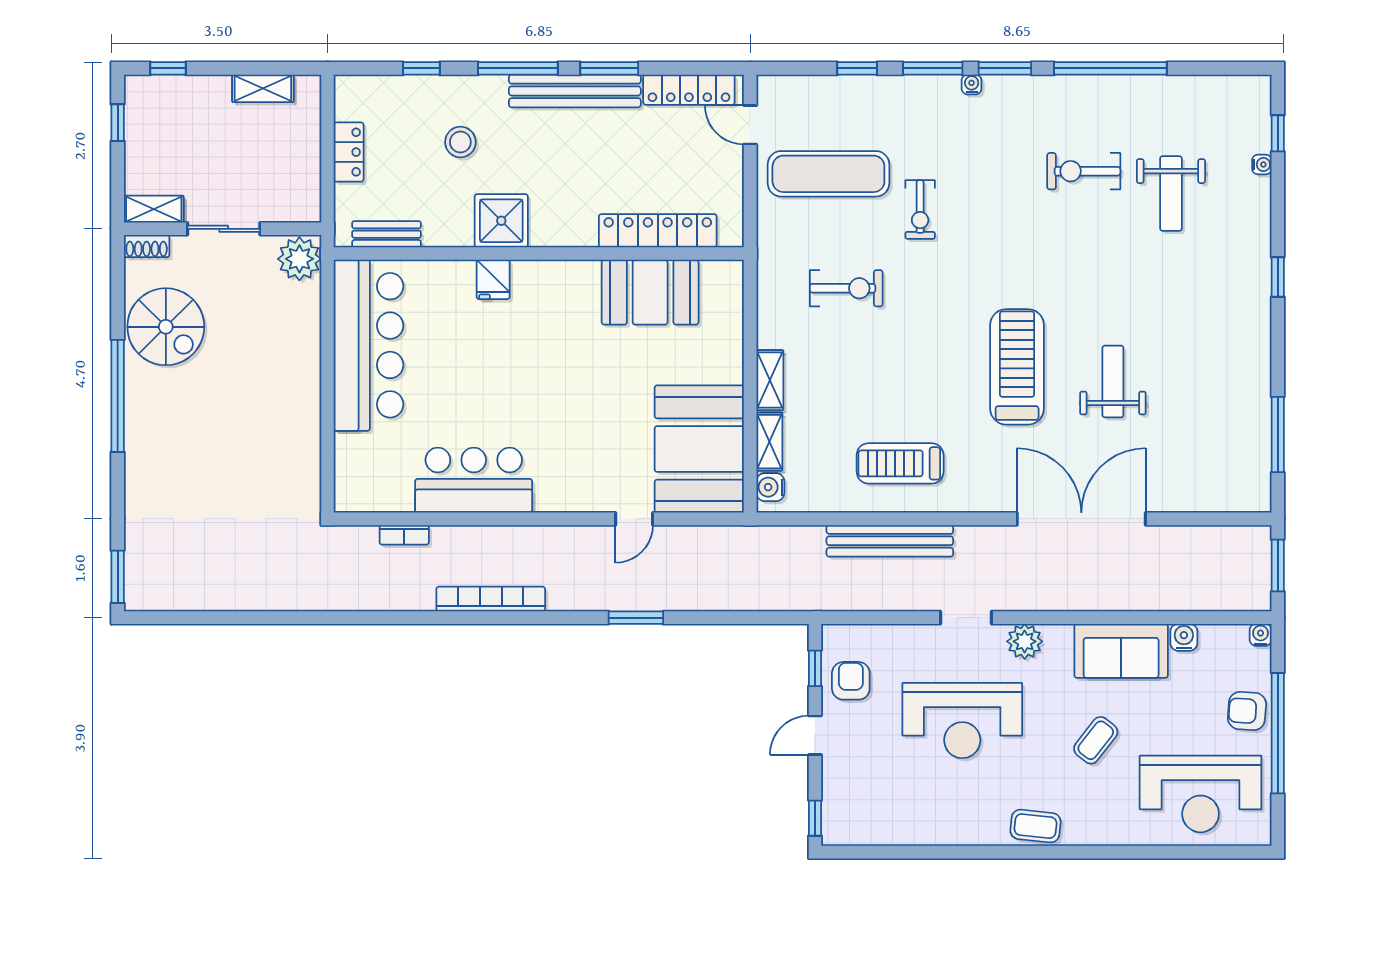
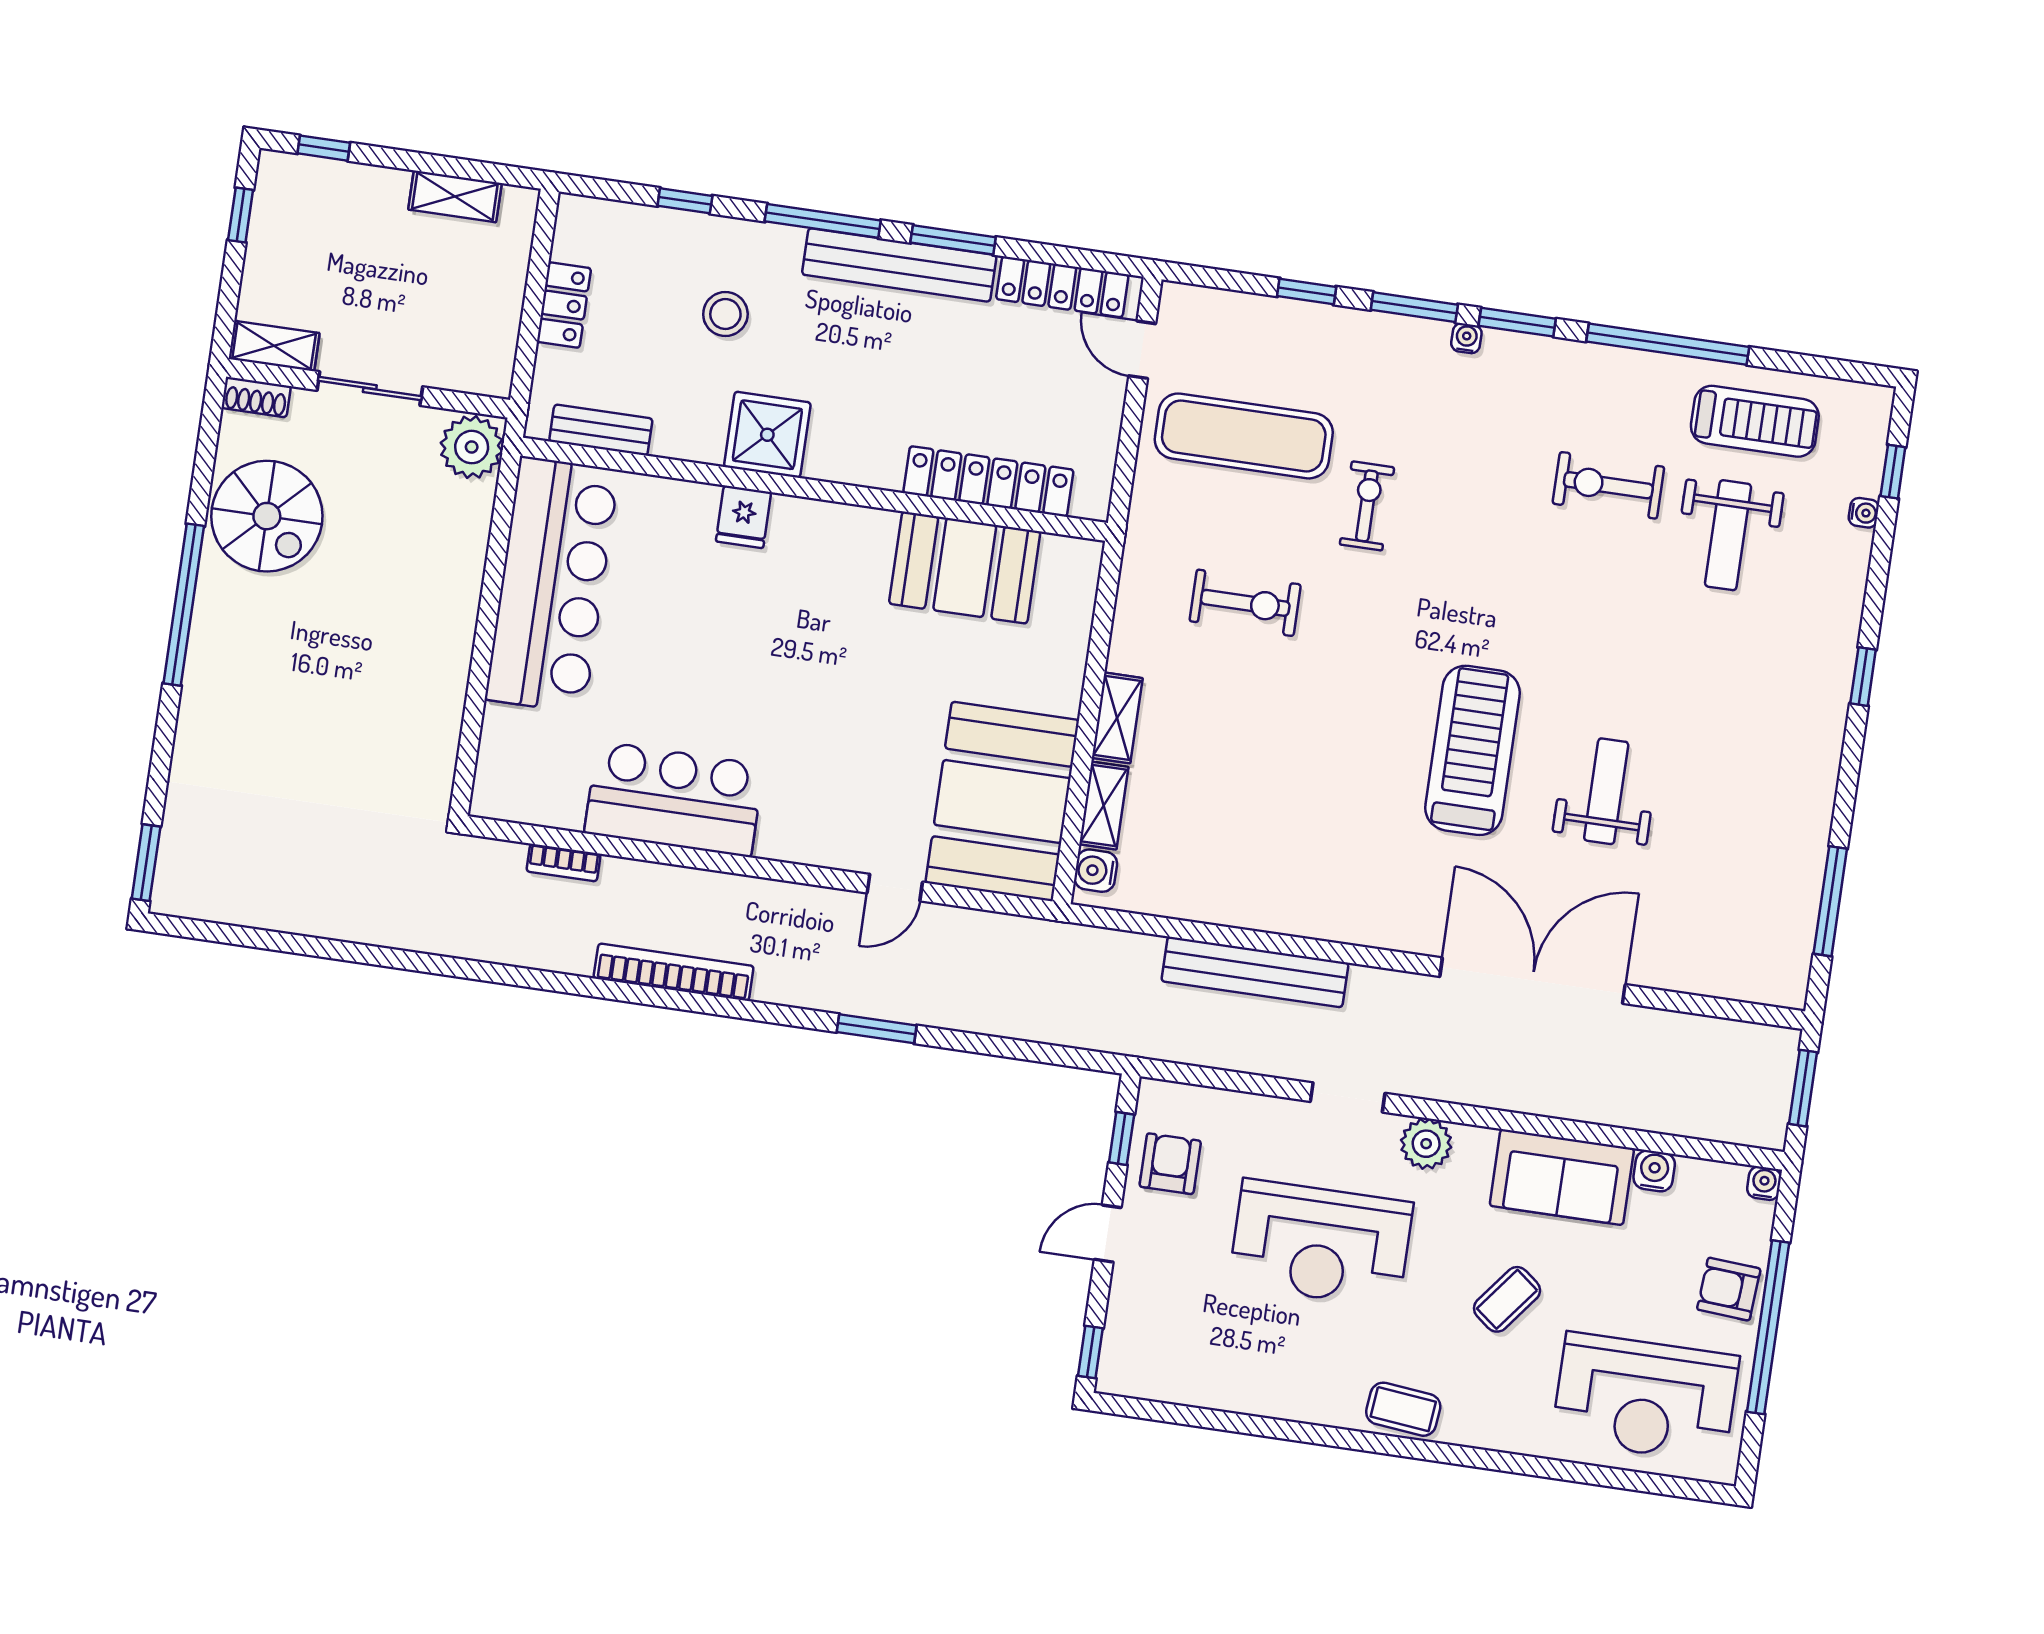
exercise bike: (920, 210) -> (1367, 506), turned 180
treadmill: (900, 463) -> (1755, 421), moved, turned 180

